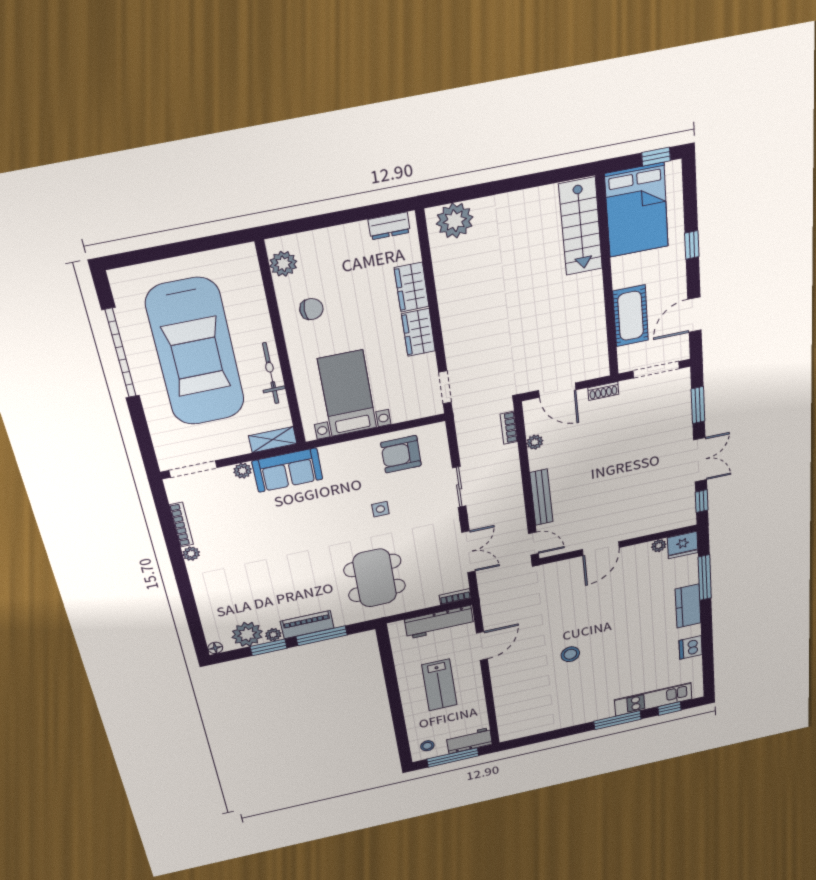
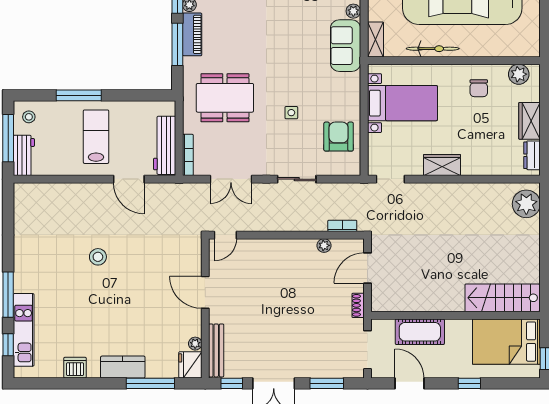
wardrobe: (412, 287) -> (529, 121), moved, turned -90
bench: (541, 497) -> (216, 350), moved, turned 90
bookcase: (455, 597) -> (188, 155), width x1.56
lab bench: (439, 685) -> (96, 137), turned 90
window: (397, 710) -> (79, 95), added

